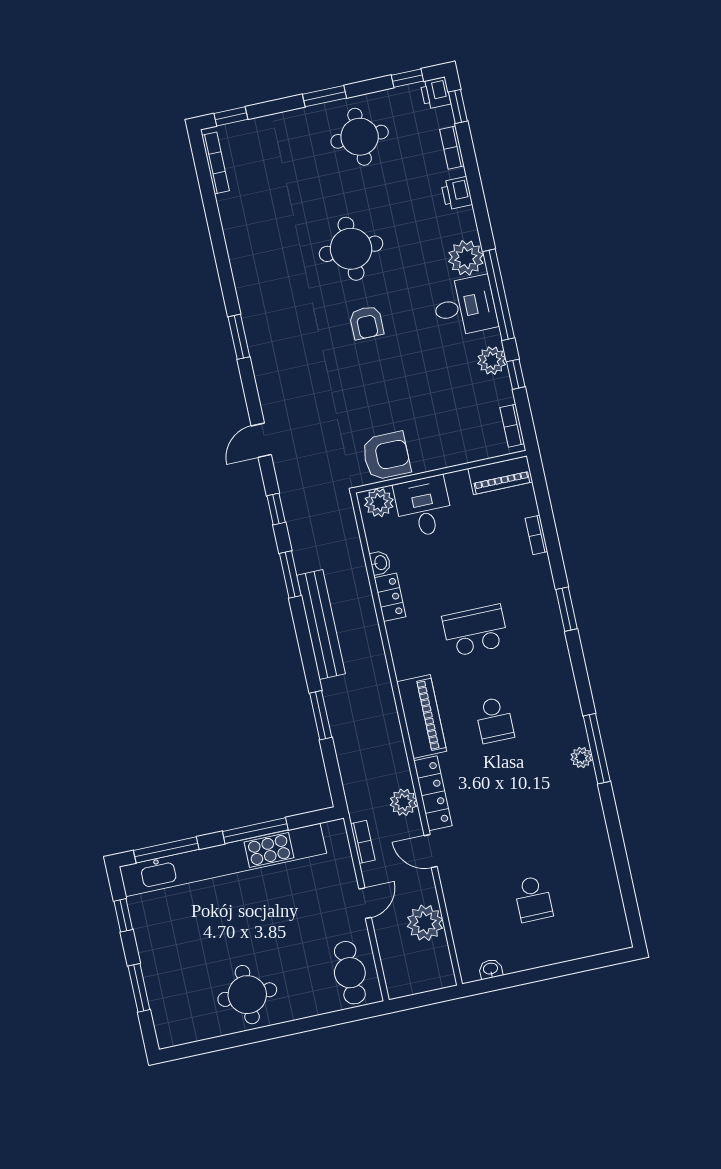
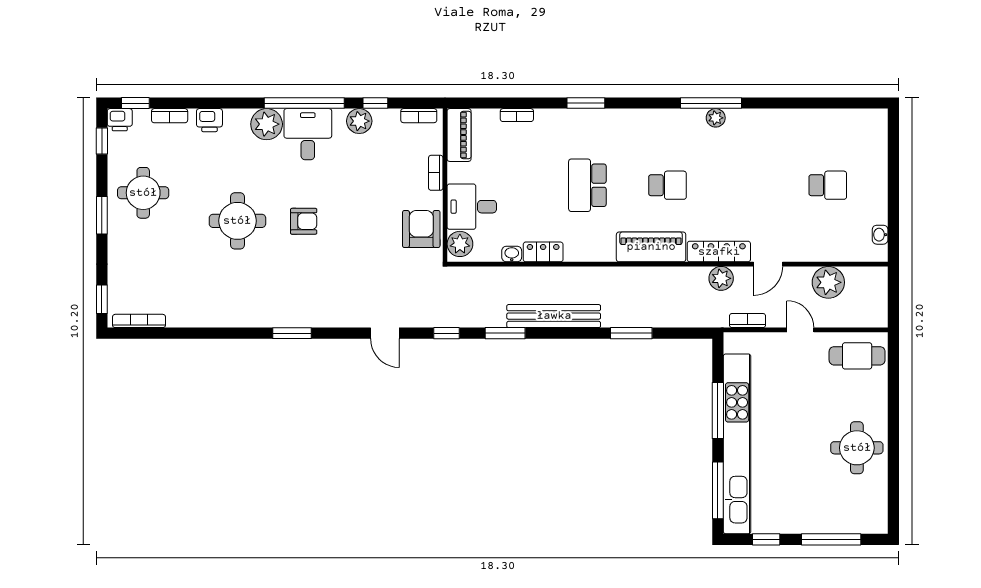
bookcase: (452, 458) -> (436, 173), added
window: (139, 988) -> (831, 539), width x1.44

